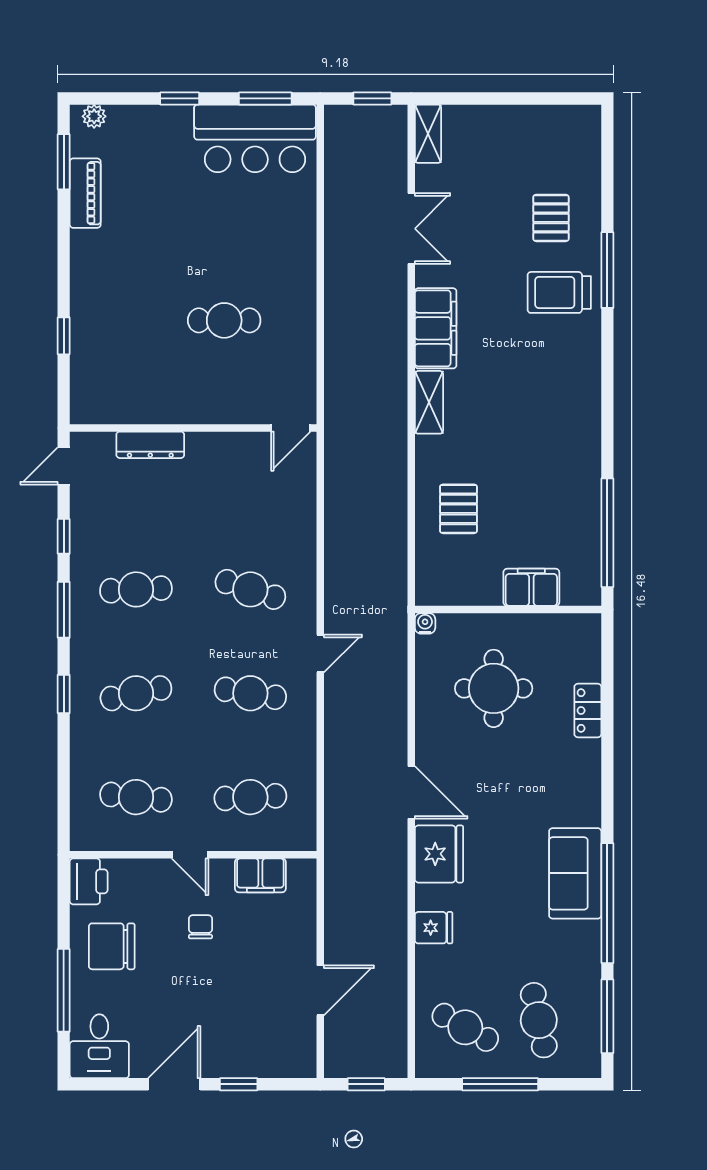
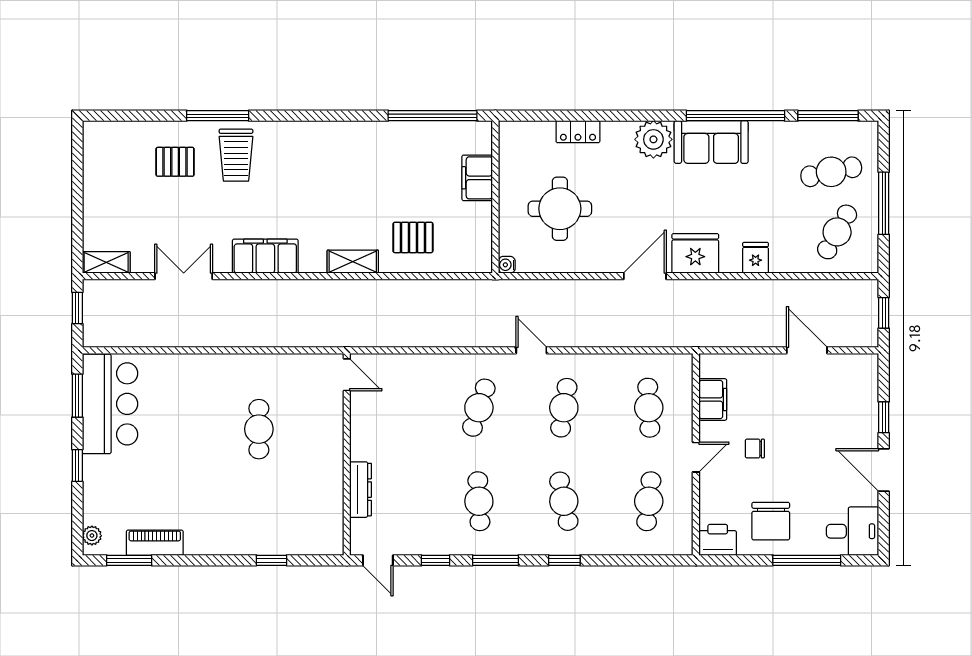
shelving: (429, 402) -> (353, 262), moved
plant: (578, 803) -> (653, 139), added

